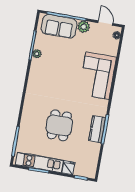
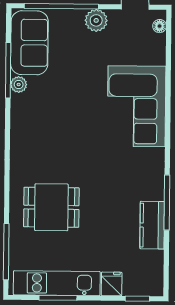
sofa: (59, 26) -> (29, 43), moved, turned -90
dining table: (59, 125) -> (51, 207), moved, turned 90
kitchen counter: (97, 129) -> (152, 225), moved

